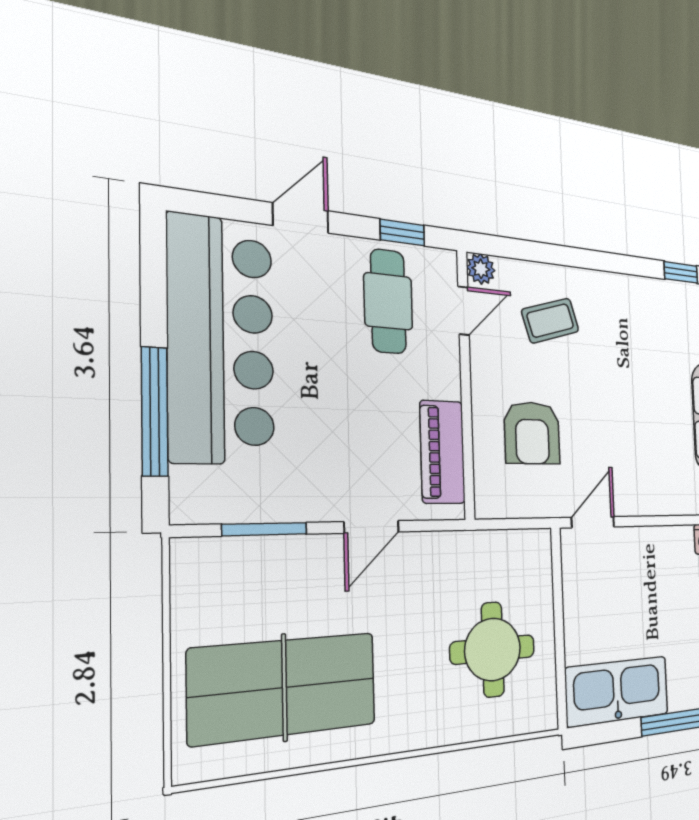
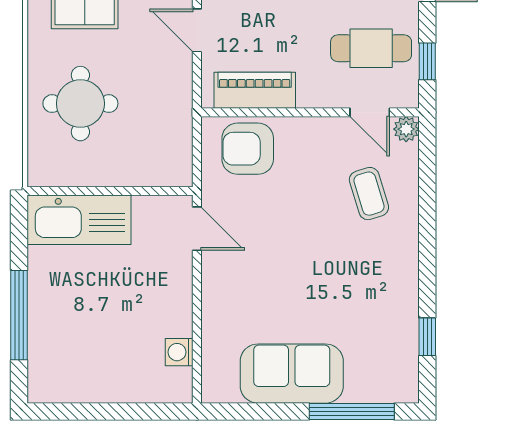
armchair: (532, 433) -> (248, 149), moved
round table: (493, 649) -> (80, 104), moved
kitchen sink: (617, 691) -> (79, 220), moved, turned 90

